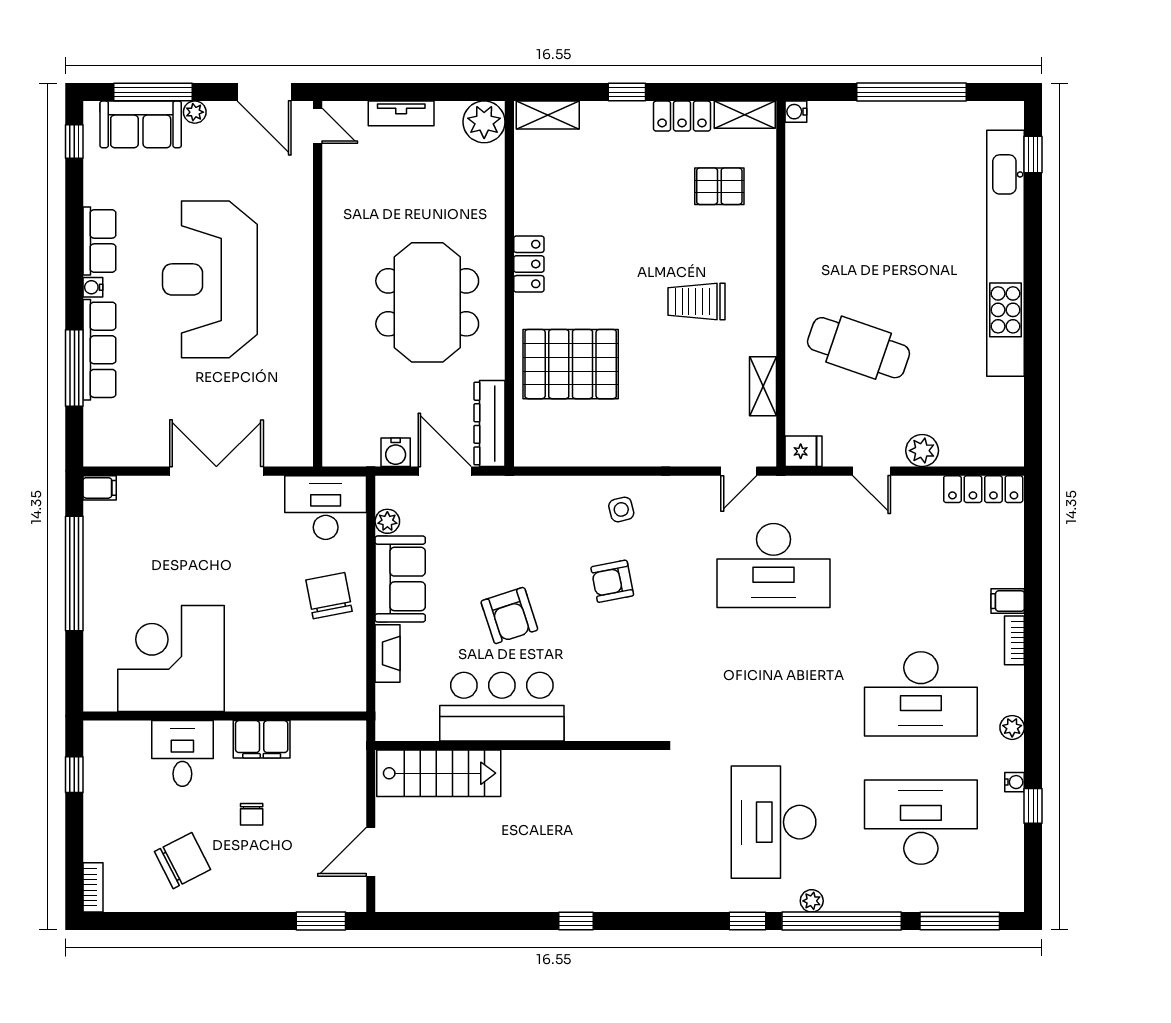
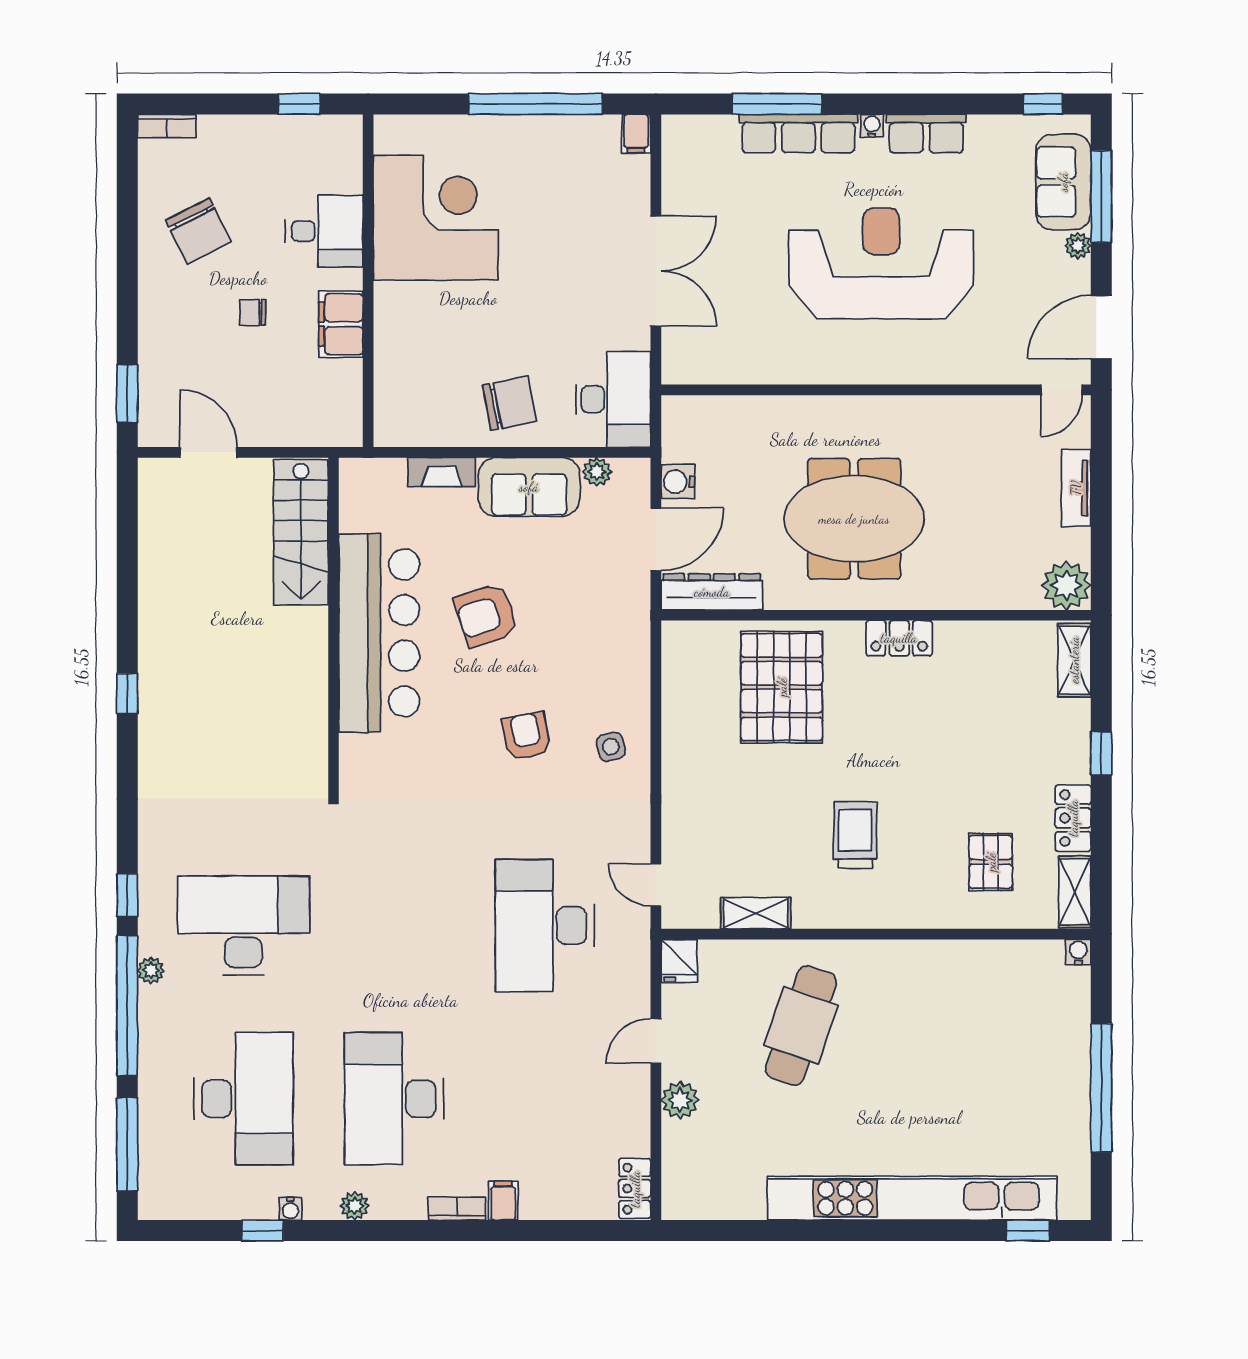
locker: (983, 489) -> (635, 1189), width x0.66
bar counter: (502, 707) -> (379, 633), width x1.36

